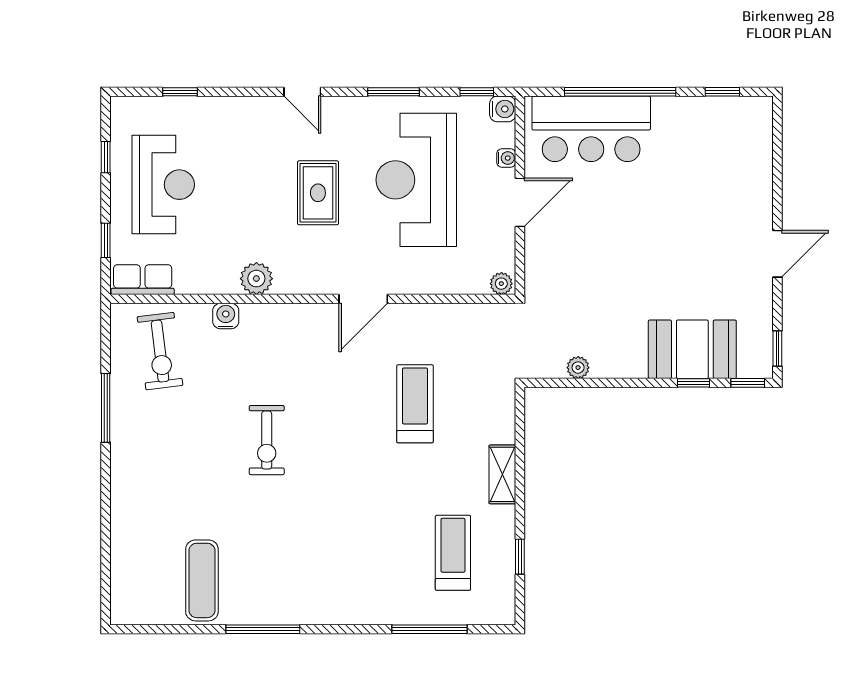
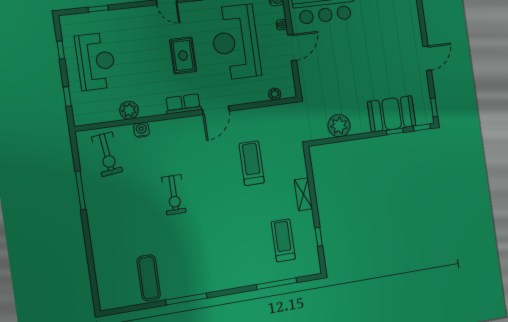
plant: (256, 279) -> (129, 110), moved
row of seats: (143, 280) -> (183, 104), moved
plant: (501, 284) -> (275, 94), moved
plant: (578, 368) -> (339, 126), width x1.87, depth x1.87

